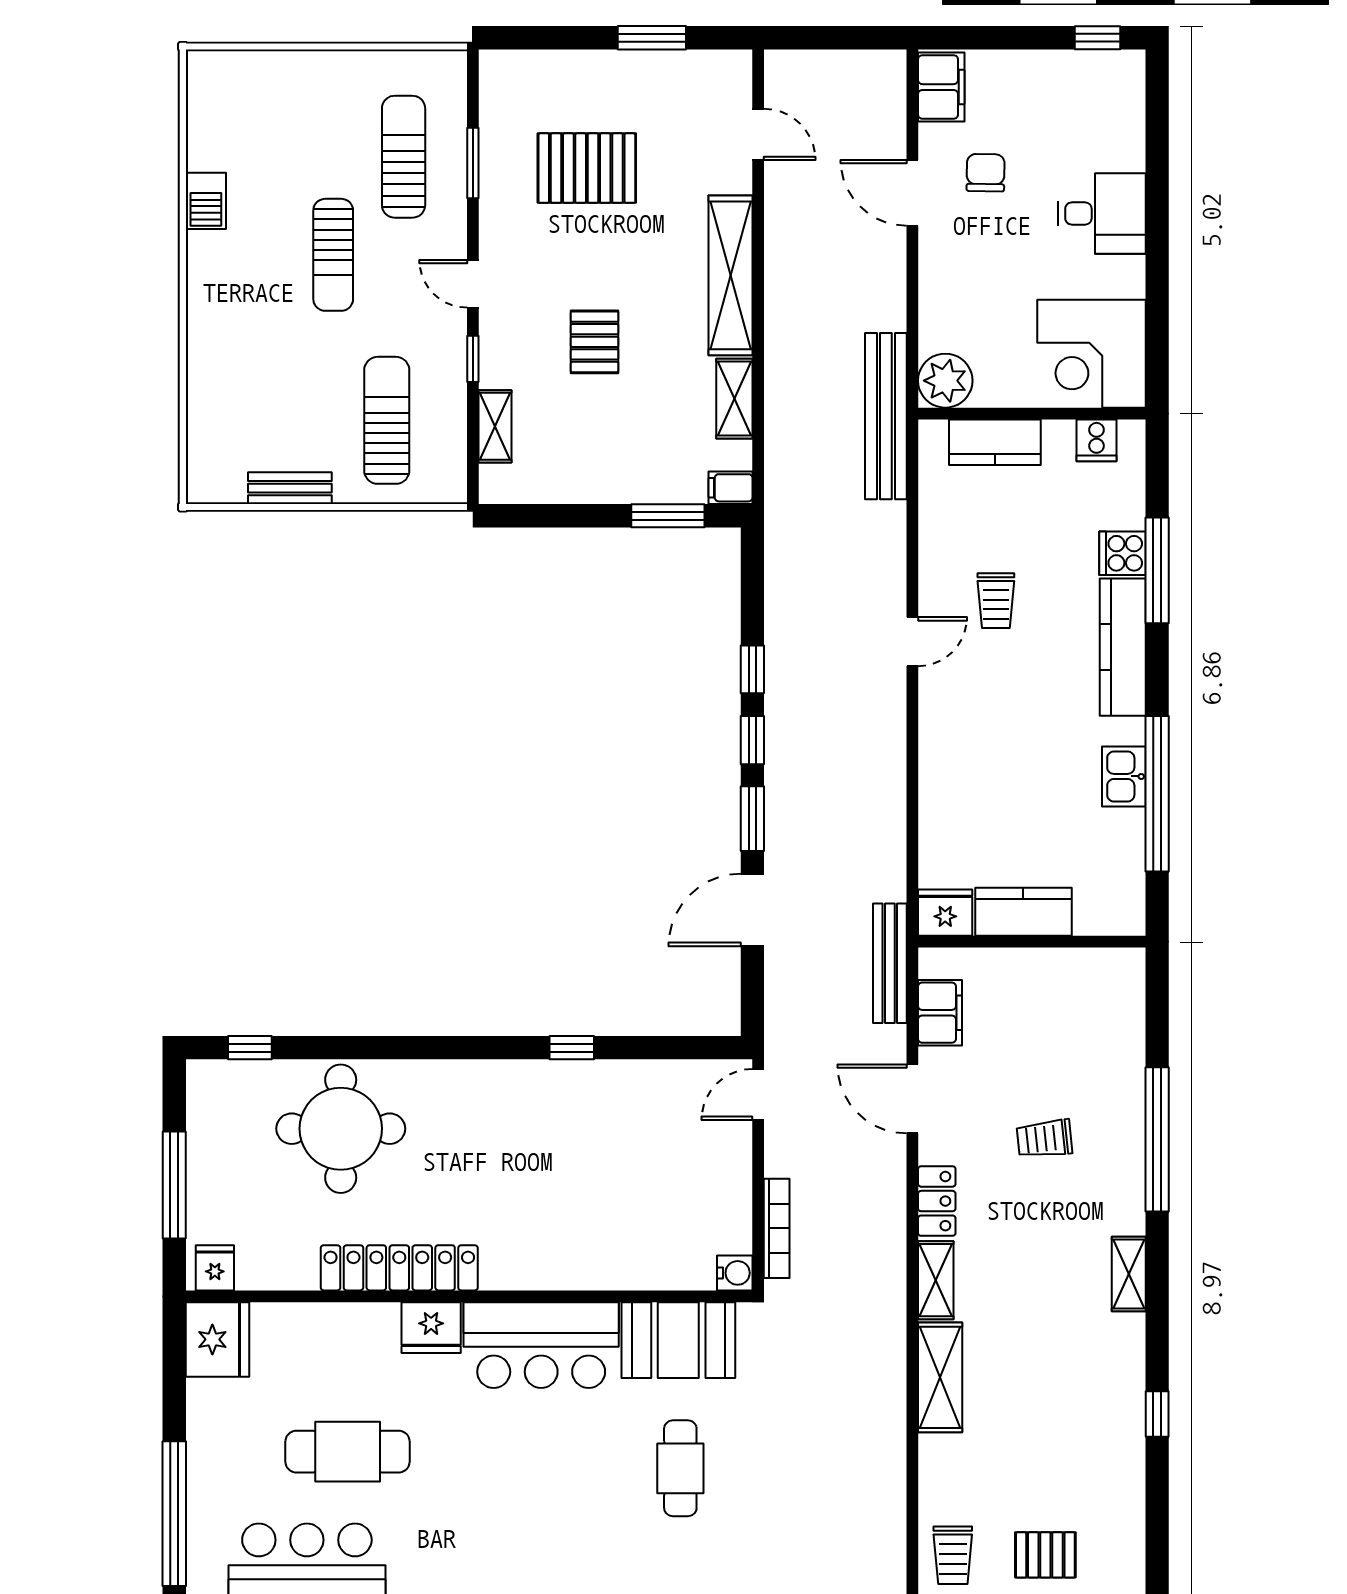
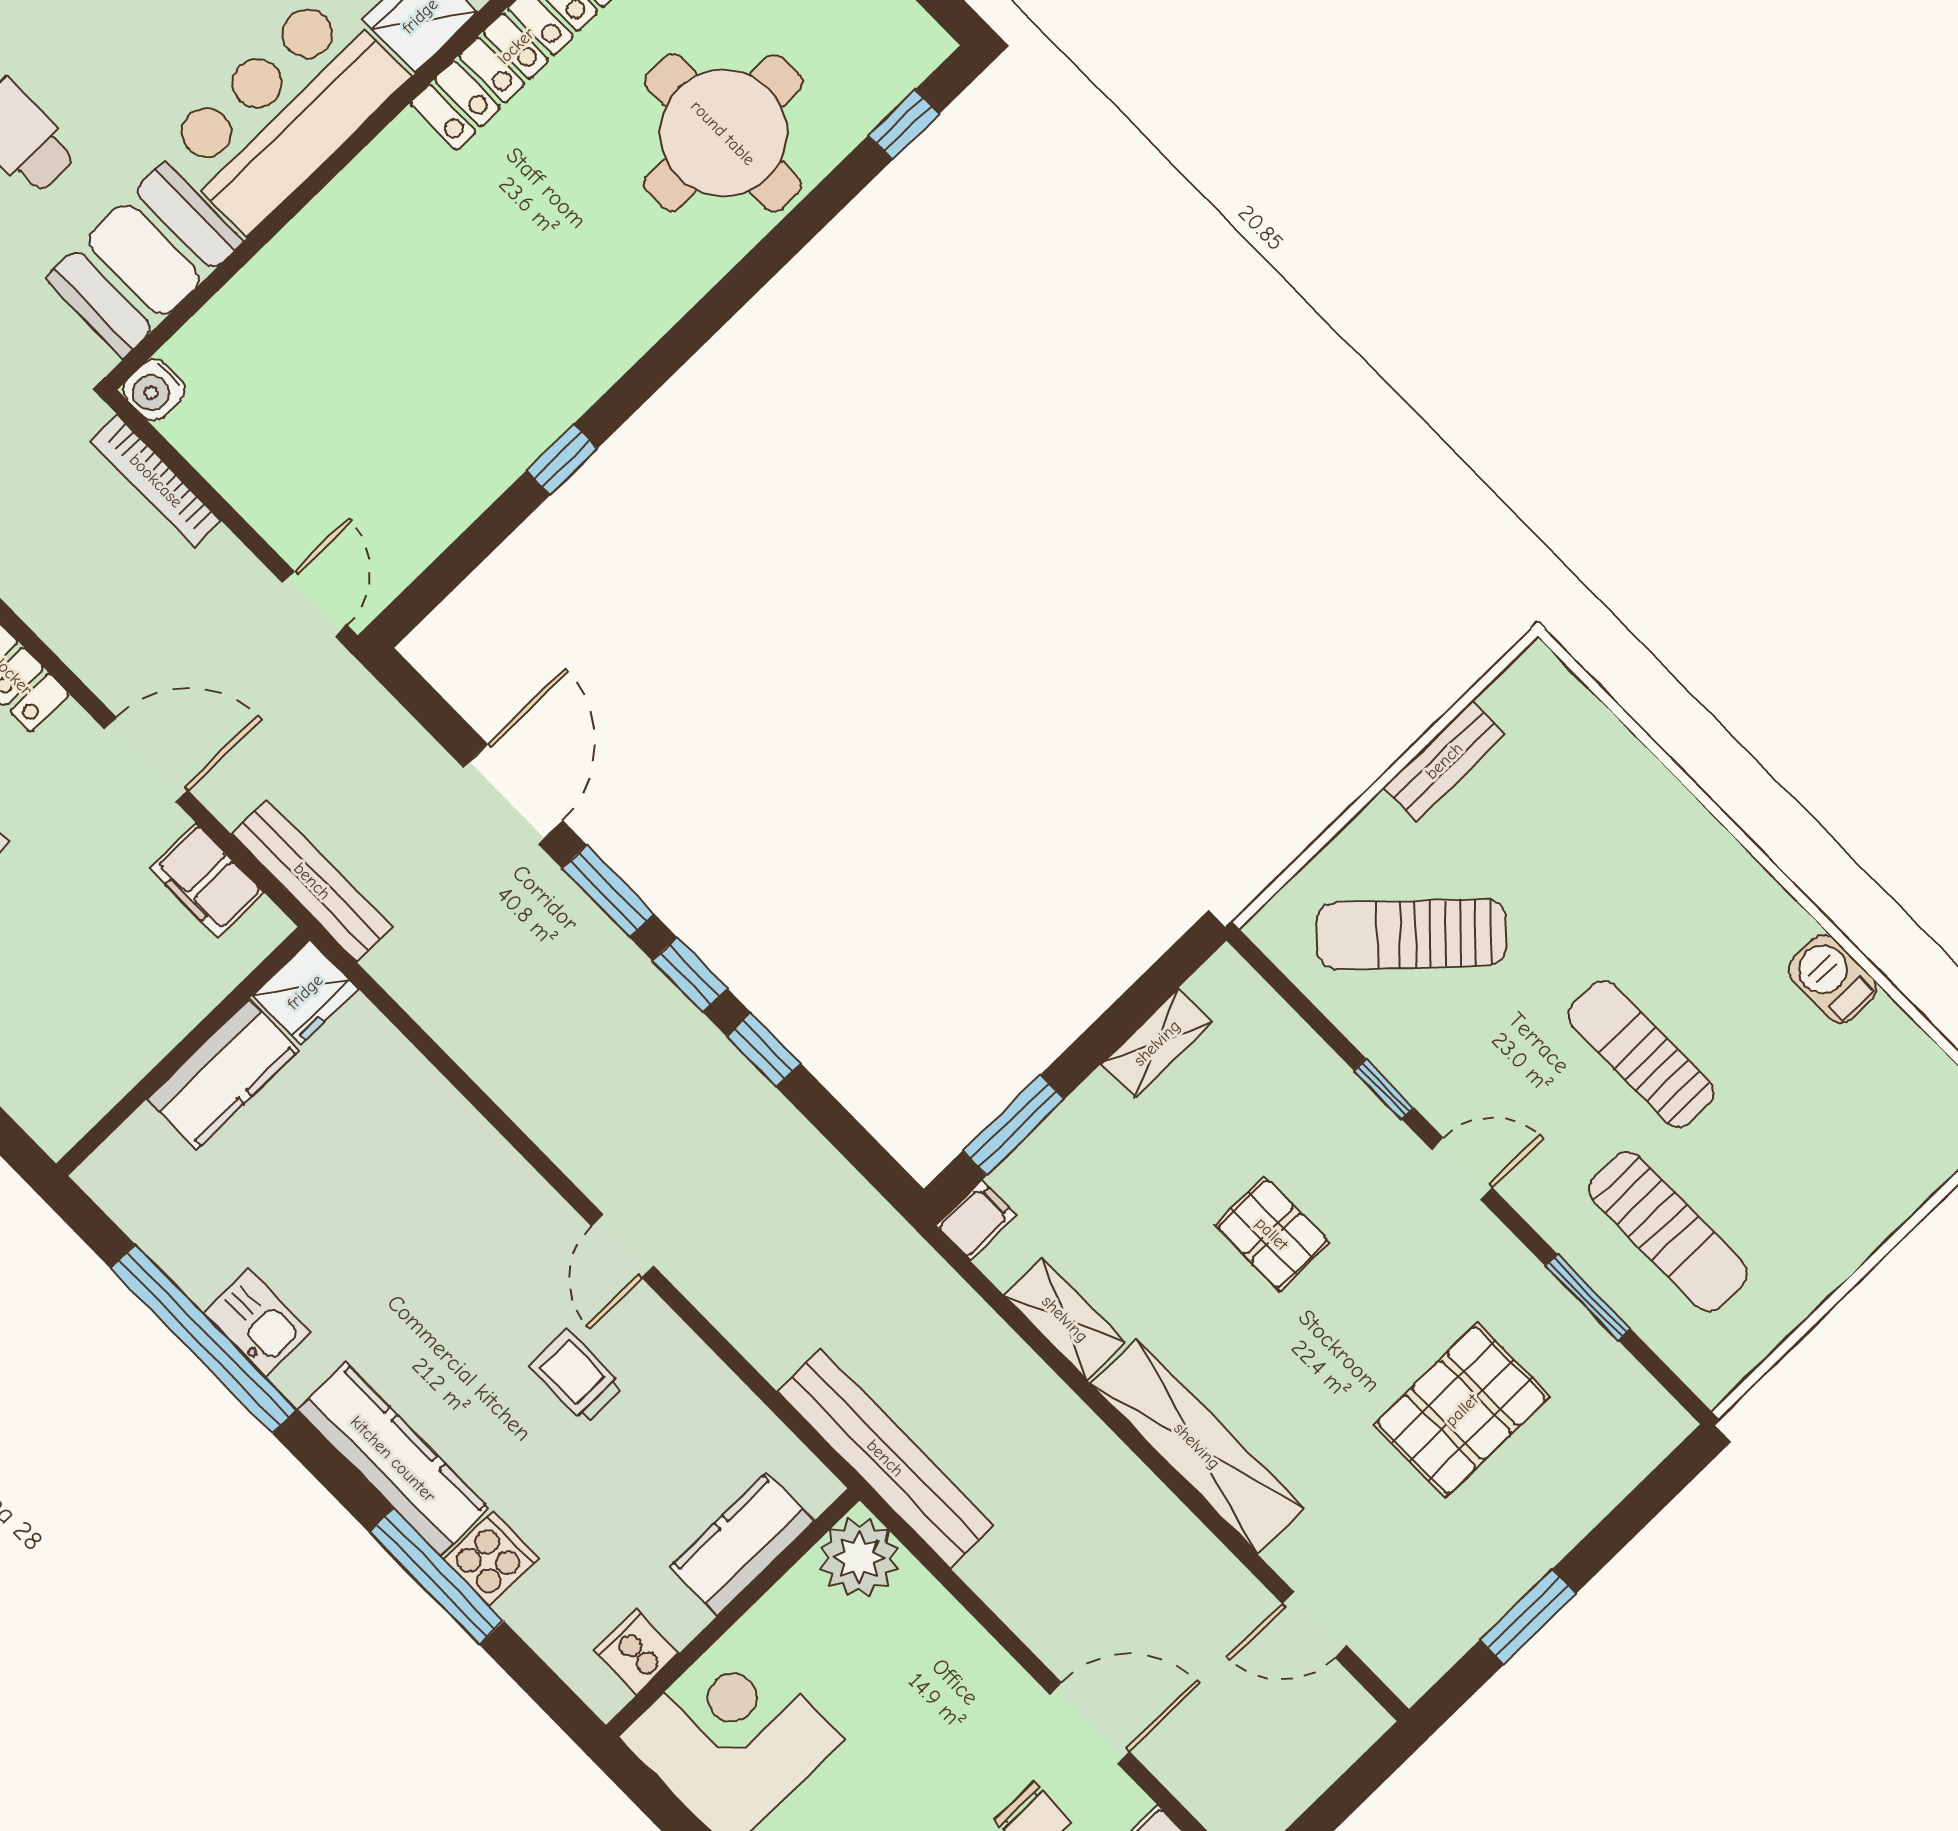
sun lounger: (387, 420) -> (1412, 934), turned 133
shelving: (495, 426) -> (1157, 1043), moved, turned 90

